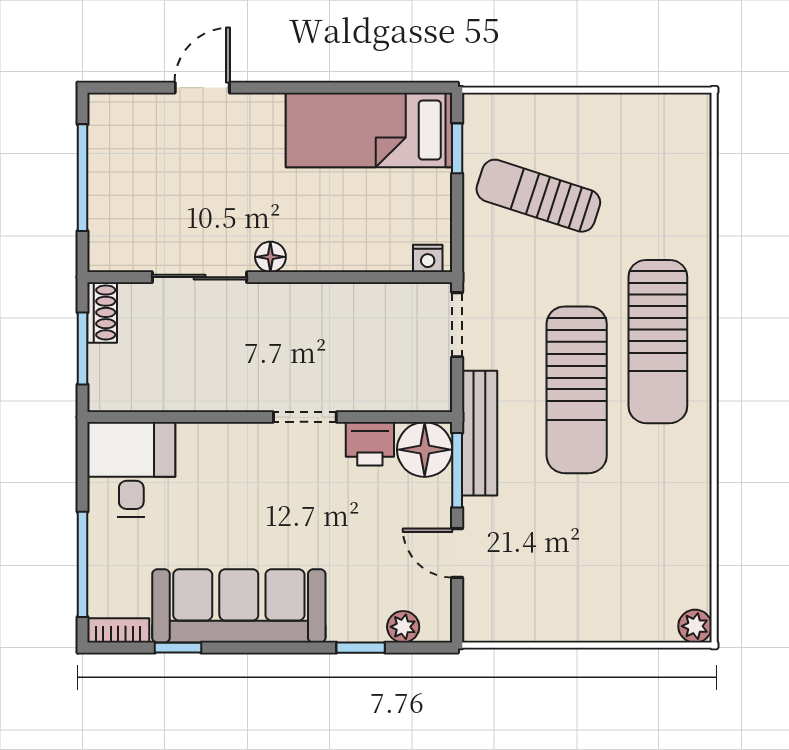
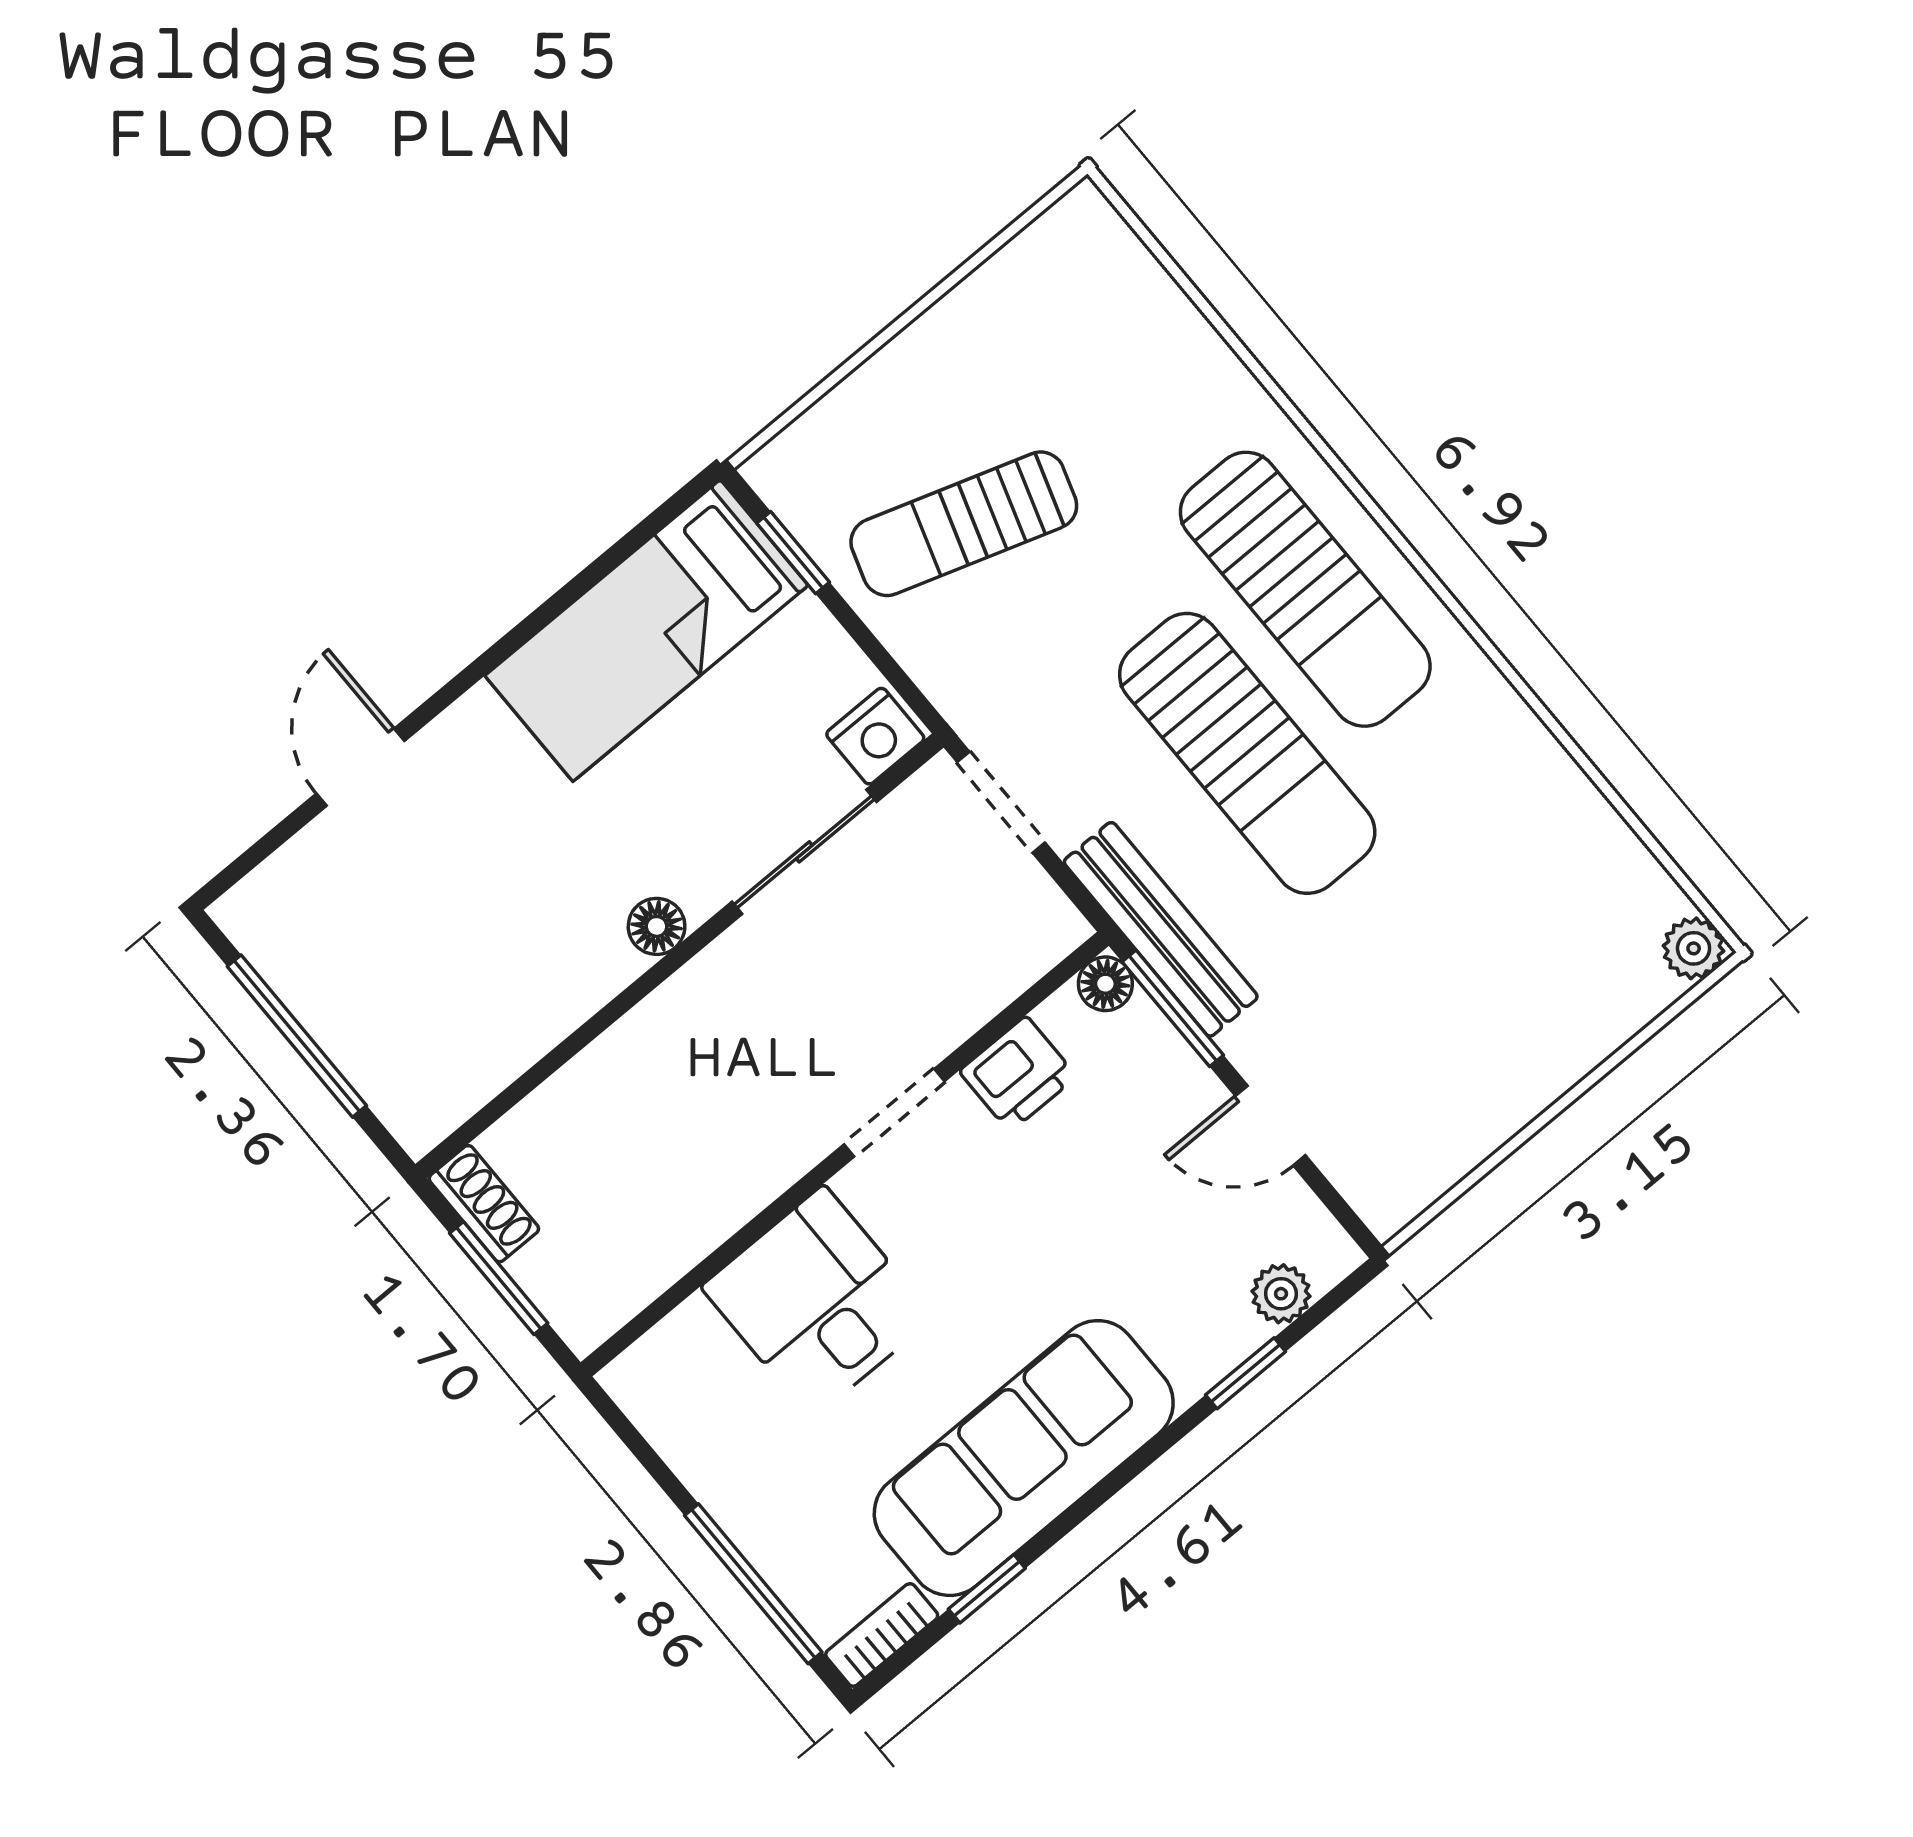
nightstand: (428, 258) -> (875, 736), width x1.39, depth x1.35
sliding door: (200, 277) -> (804, 852), moved
floor lamp: (425, 450) -> (1105, 984), width x0.53, depth x0.53
desk: (131, 469) -> (818, 1302), moved

